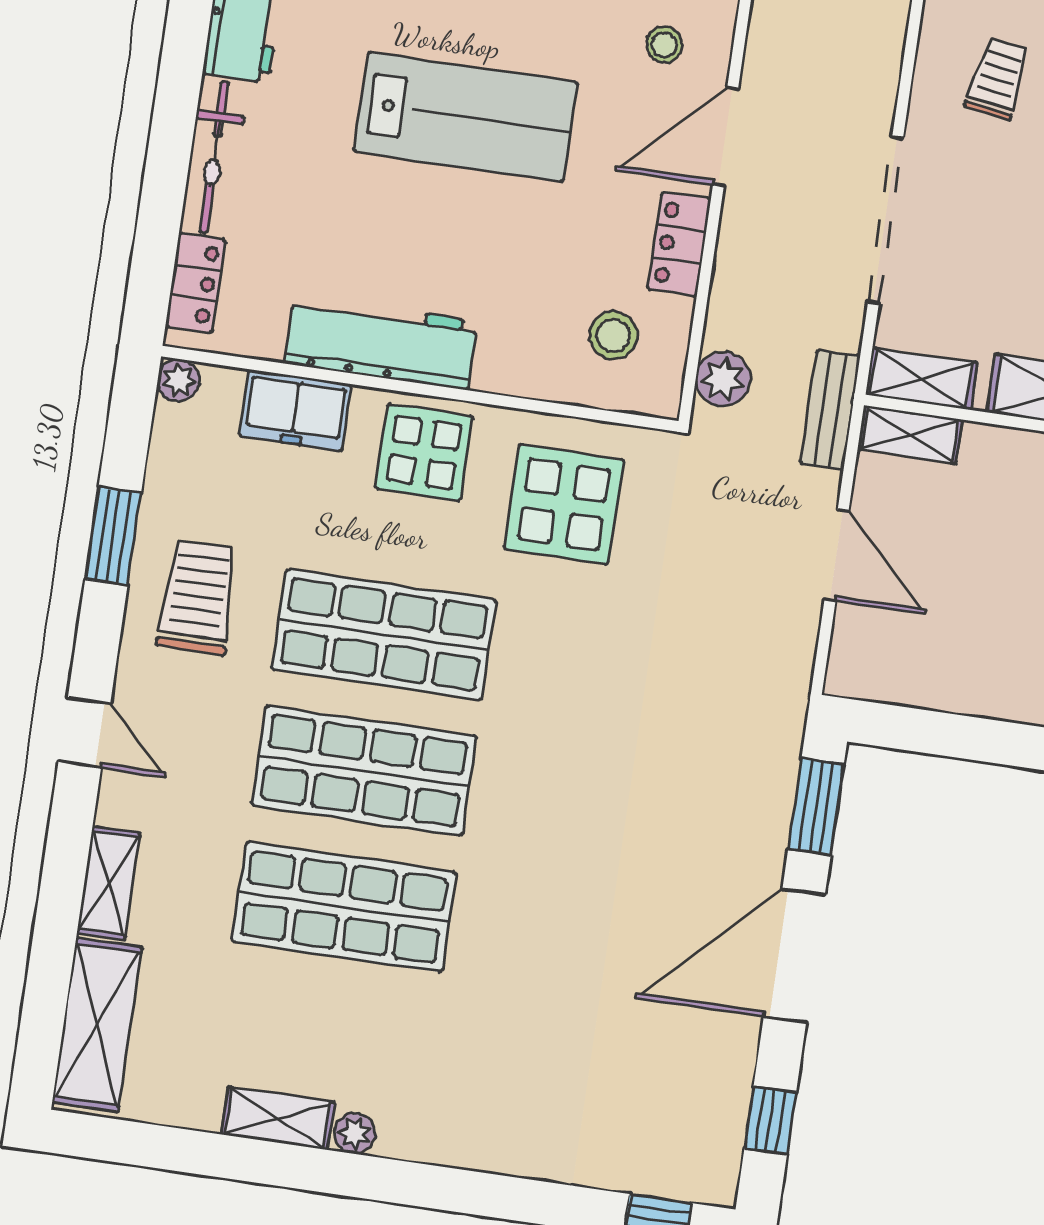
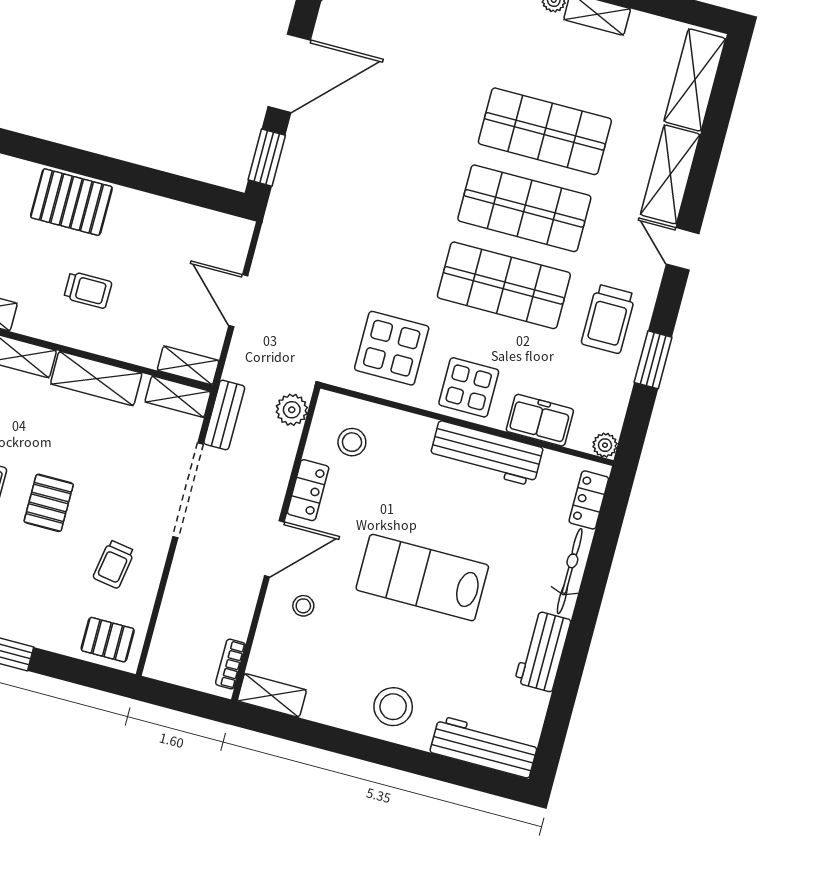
bench: (830, 410) -> (224, 415), moved
shelving: (108, 883) -> (670, 174), width x1.50, depth x1.33

